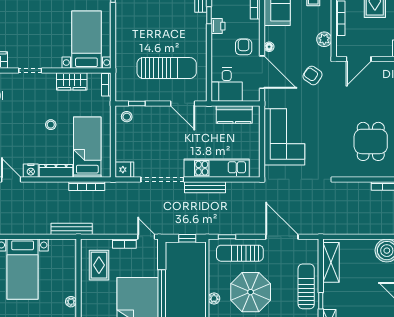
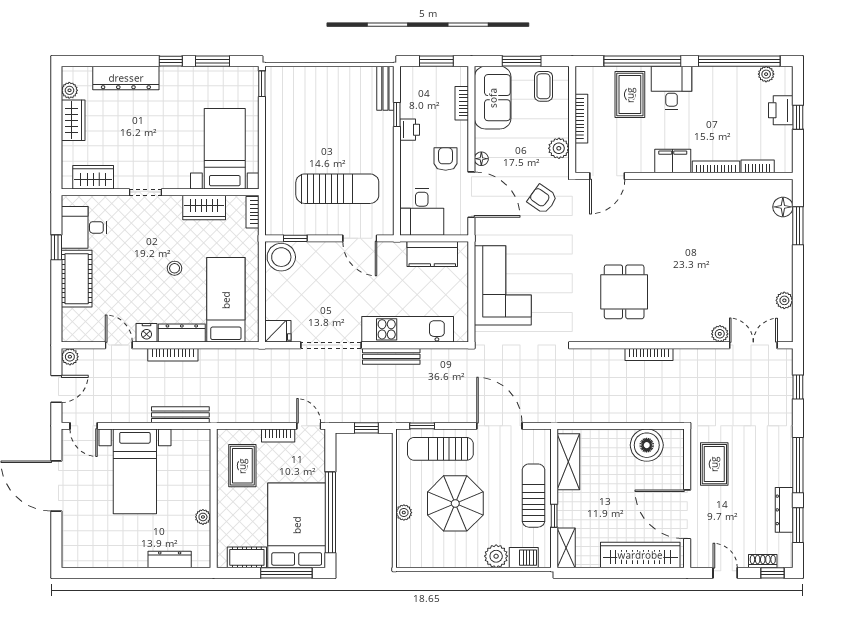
stool: (127, 117) -> (281, 257), width x1.89, depth x1.89
bookcase: (87, 186) -> (173, 355), moved
bench: (72, 229) -> (180, 415), moved

